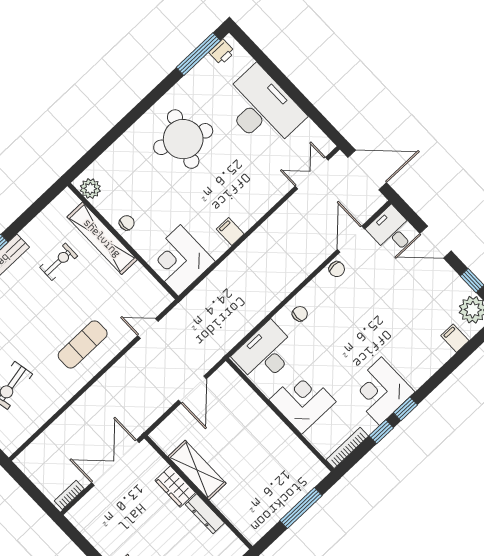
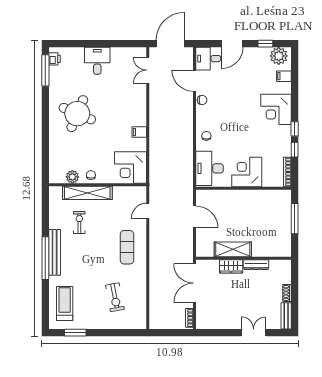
desk: (262, 108) -> (97, 61), width x0.53, depth x0.77
plant: (90, 188) -> (72, 177), moved
corner desk: (381, 391) -> (276, 109), moved

